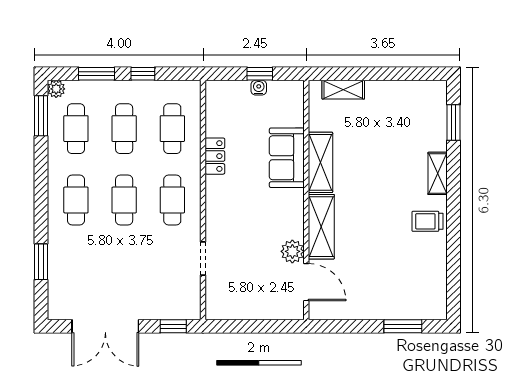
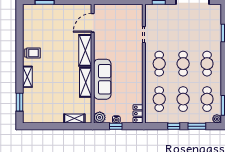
locker: (215, 156) -> (138, 114), moved
sofa: (287, 158) -> (102, 79), width x1.36
plant: (292, 251) -> (100, 117), moved
door: (306, 282) -> (93, 23), hinge flipped

